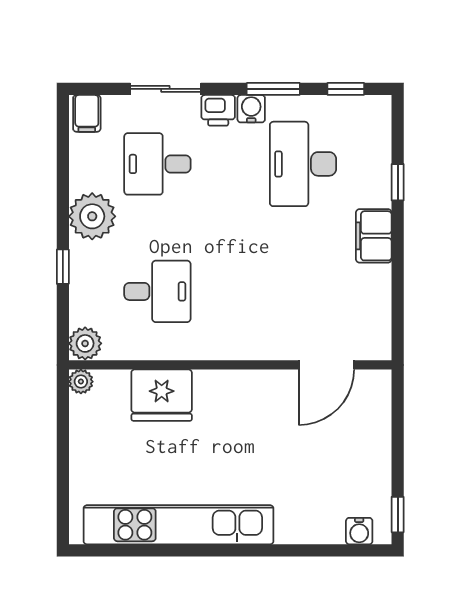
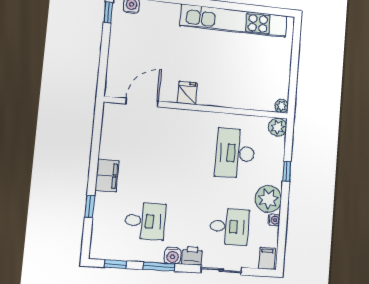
desk: (303, 164) -> (145, 221), width x0.73
water cooler: (79, 180) -> (274, 220), added
desk: (157, 291) -> (235, 153), width x1.37
fridge: (162, 395) -> (187, 93), moved, width x0.53, depth x0.75

